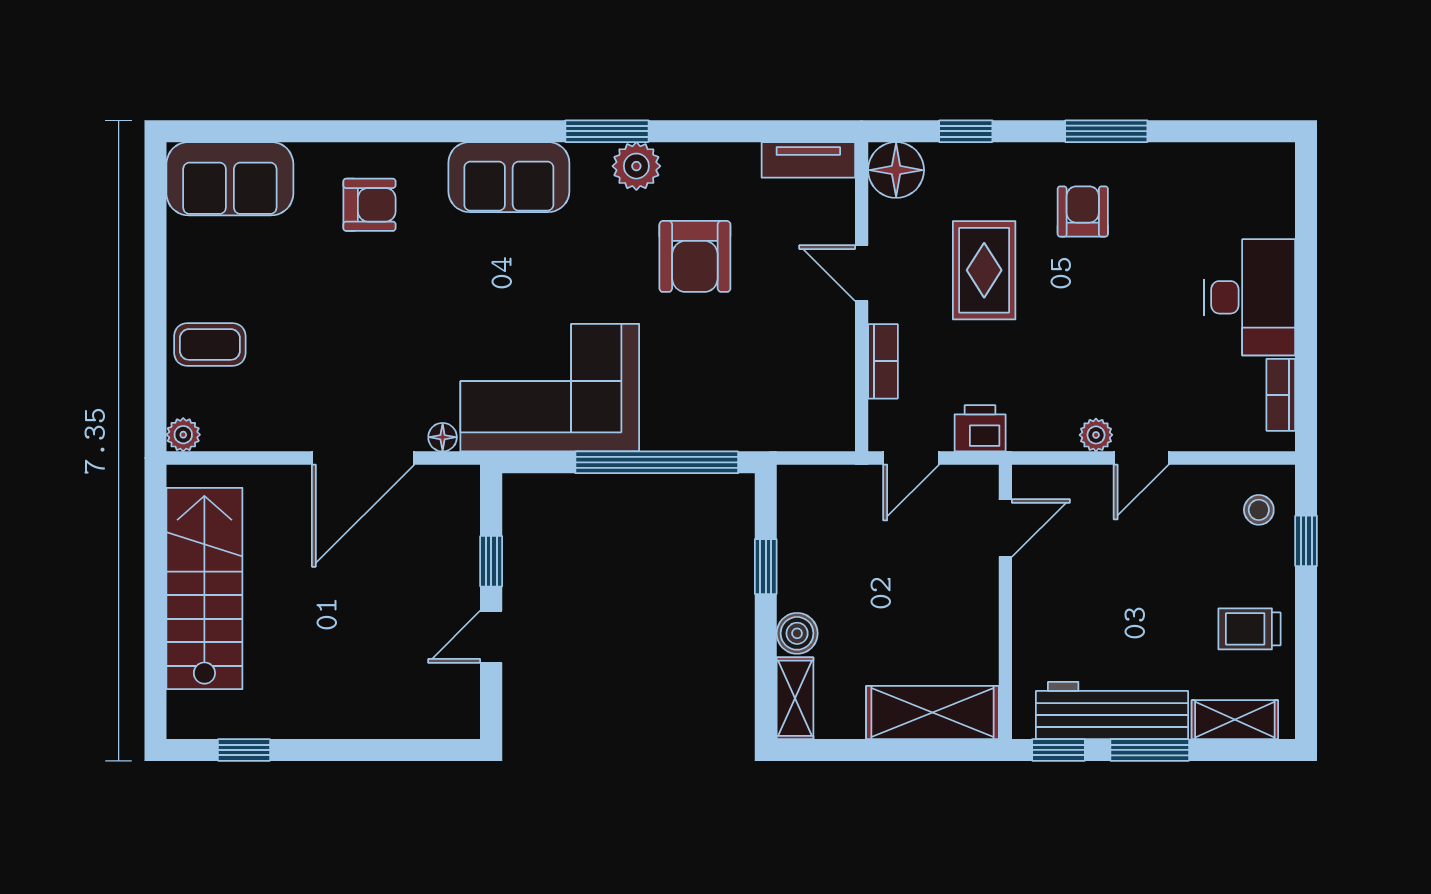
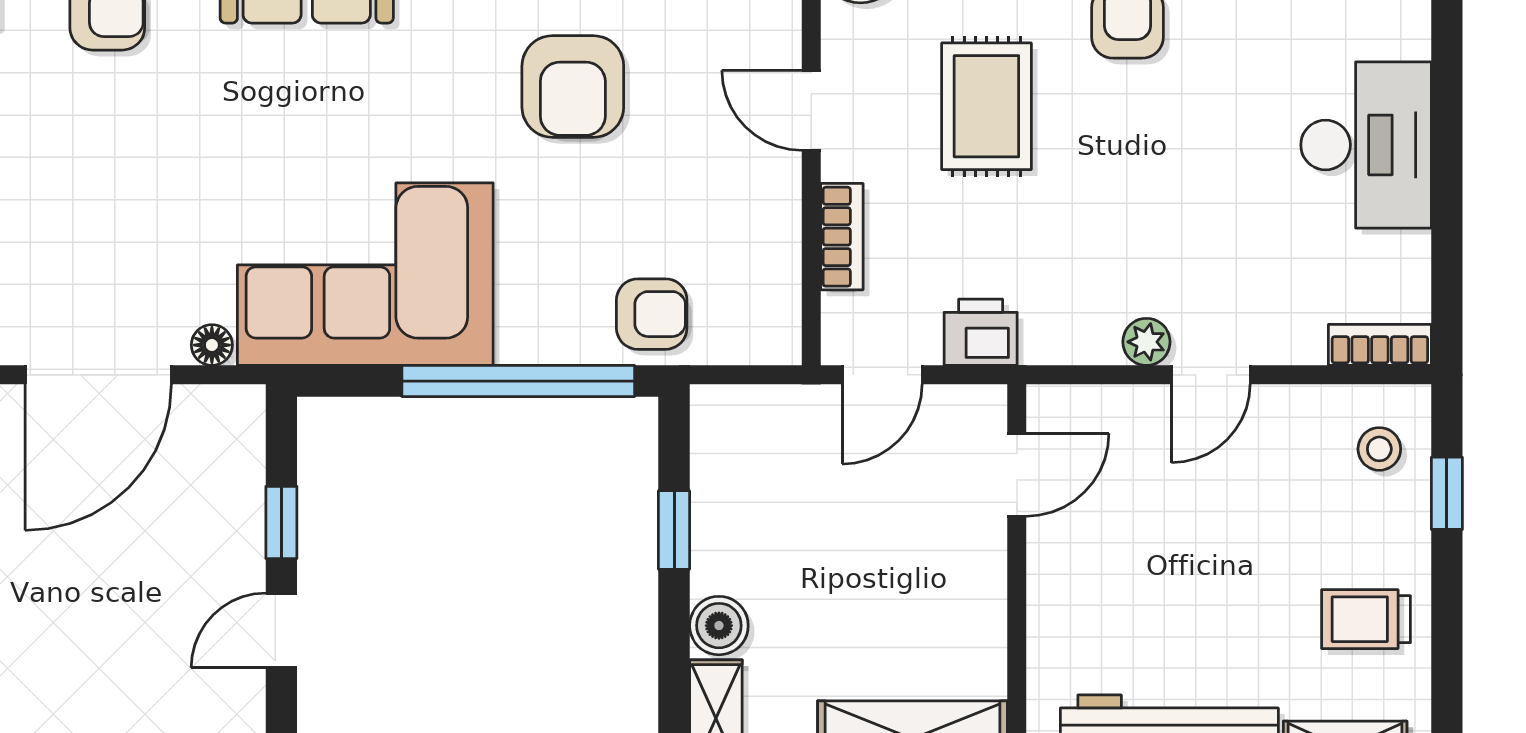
bookcase: (1281, 395) -> (1380, 345), moved, turned 90
armchair: (750, 416) -> (652, 314), added

